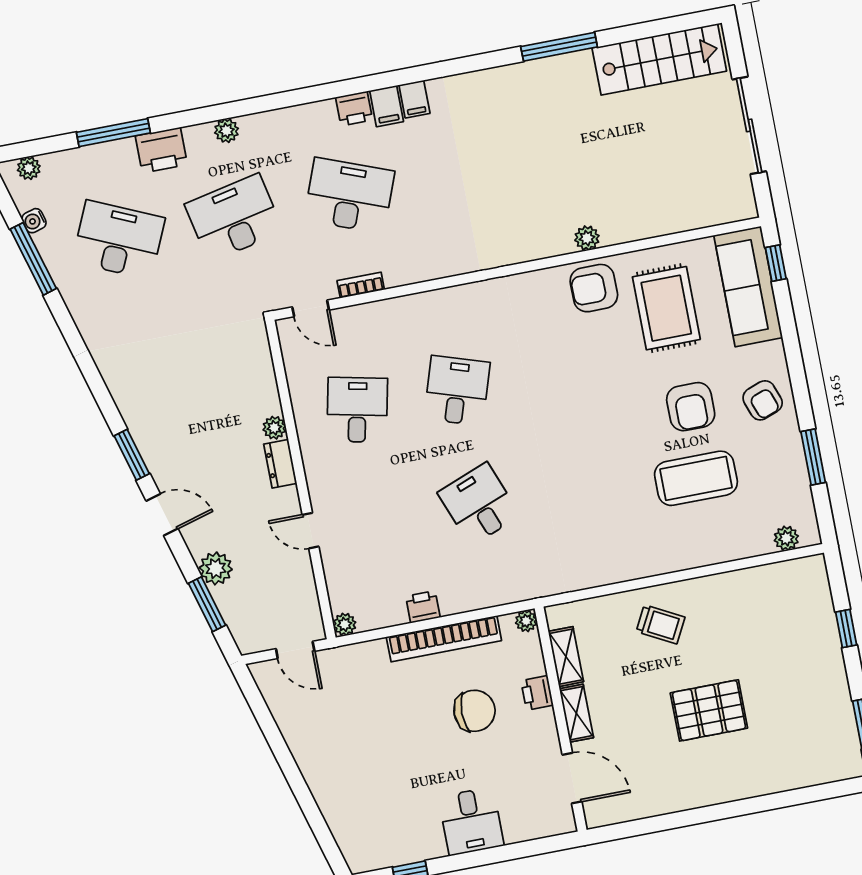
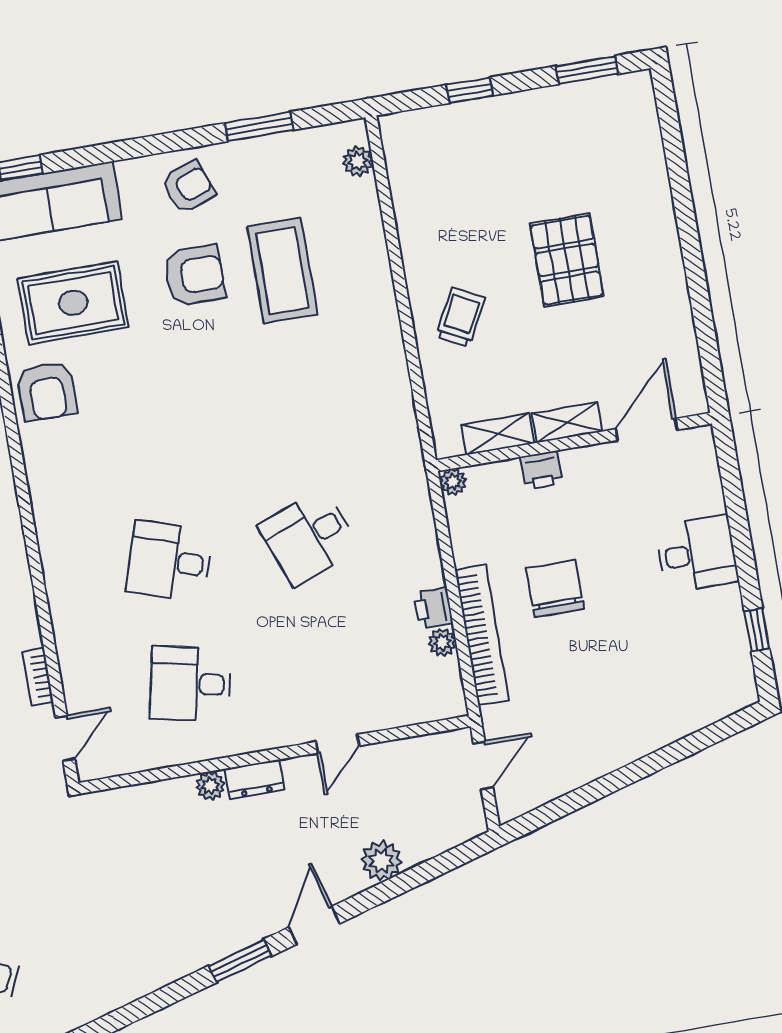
window: (207, 604) -> (425, 872), removed
plant: (345, 624) -> (442, 642), moved
bookcase: (444, 639) -> (482, 635), moved
chair: (474, 711) -> (555, 589), moved

